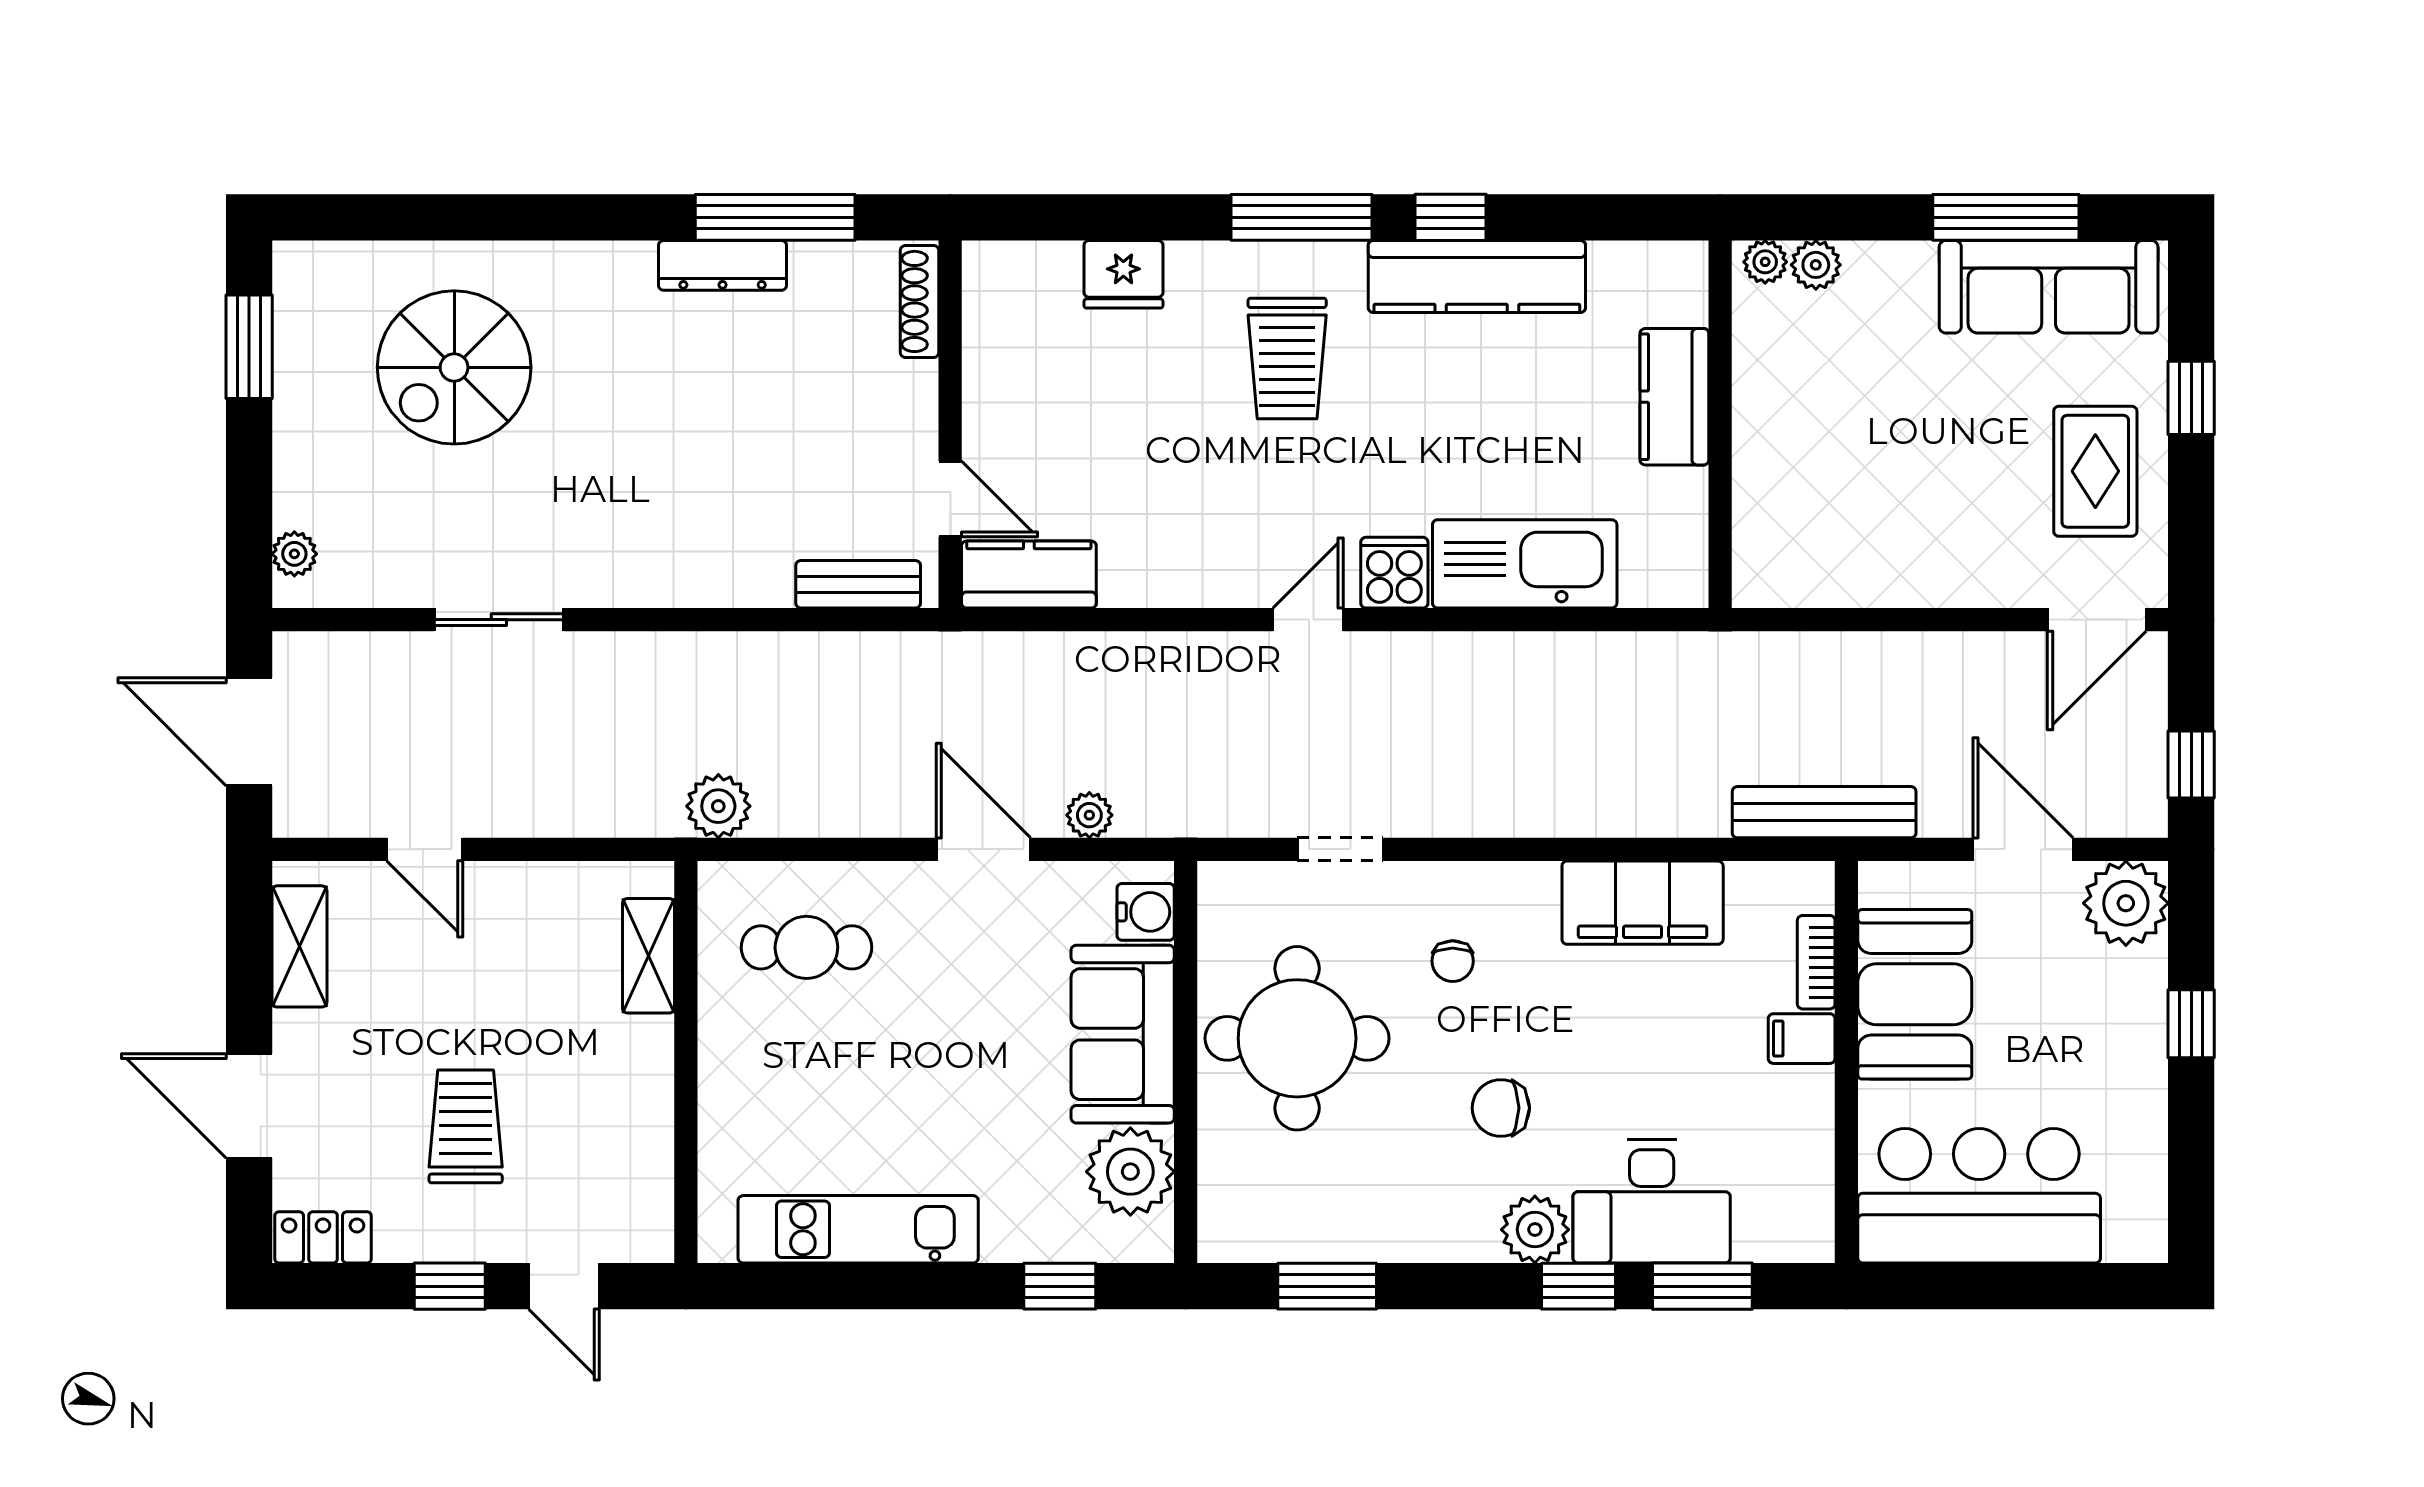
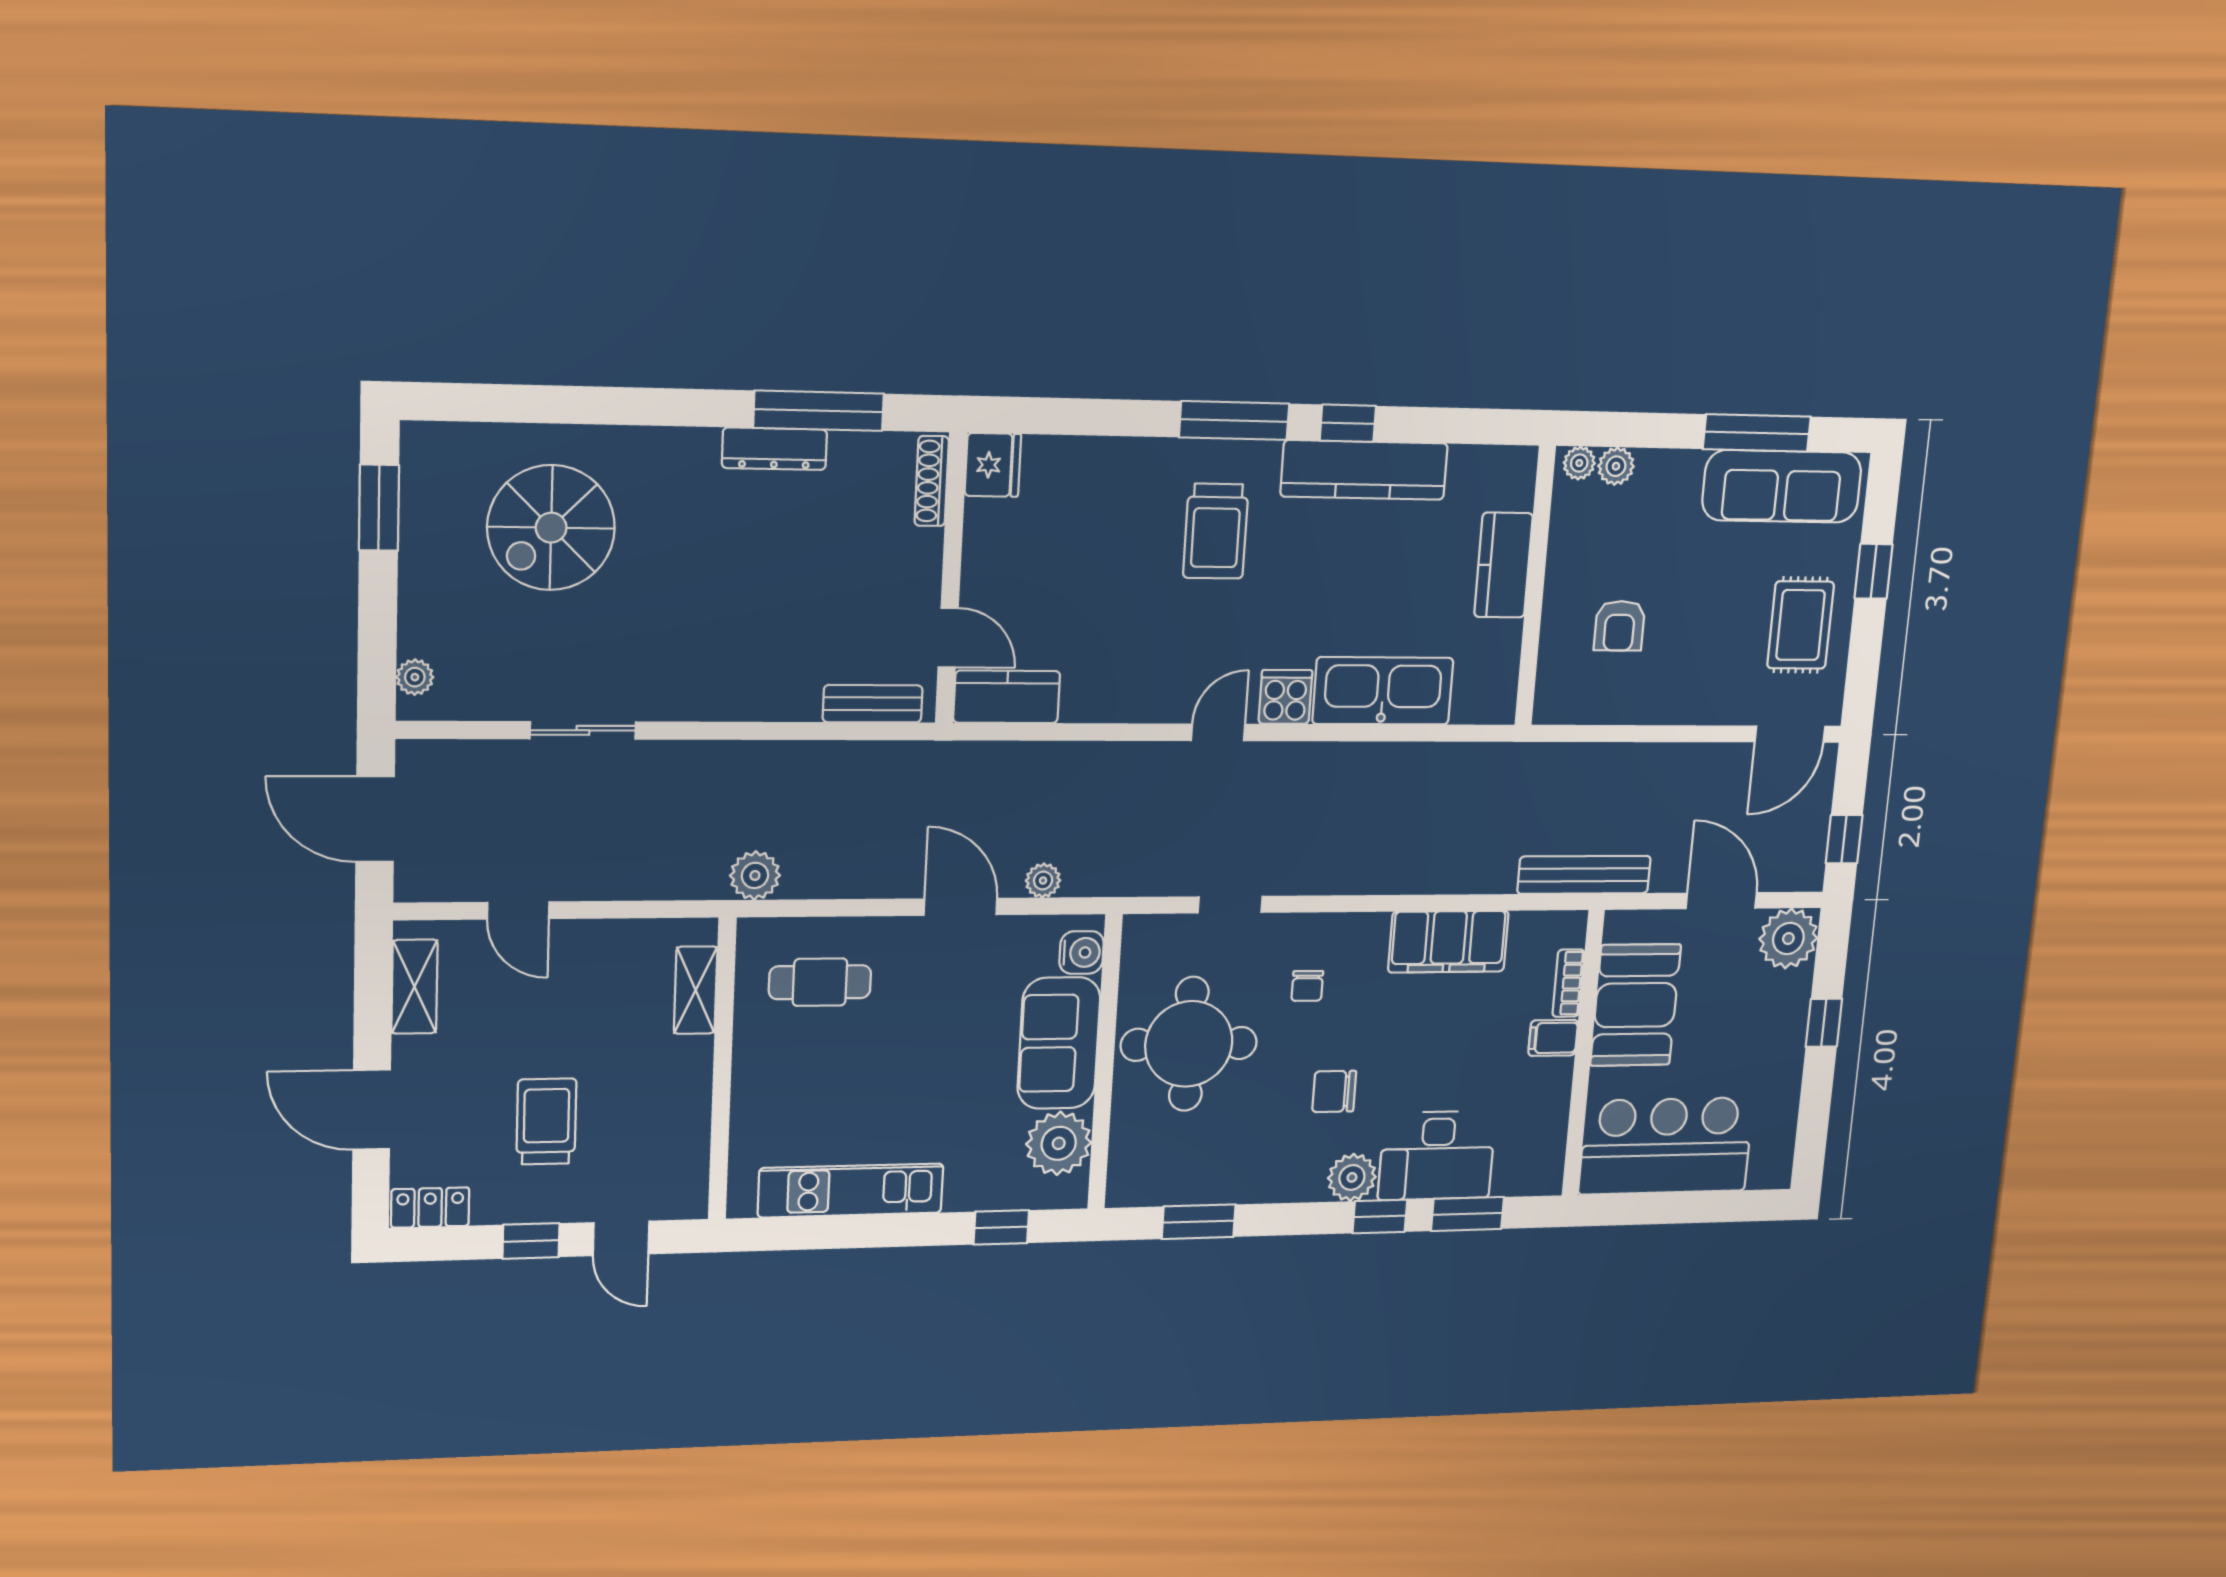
fridge: (1123, 274) -> (993, 465), moved, turned -90
armchair: (1841, 475) -> (1619, 626), added

